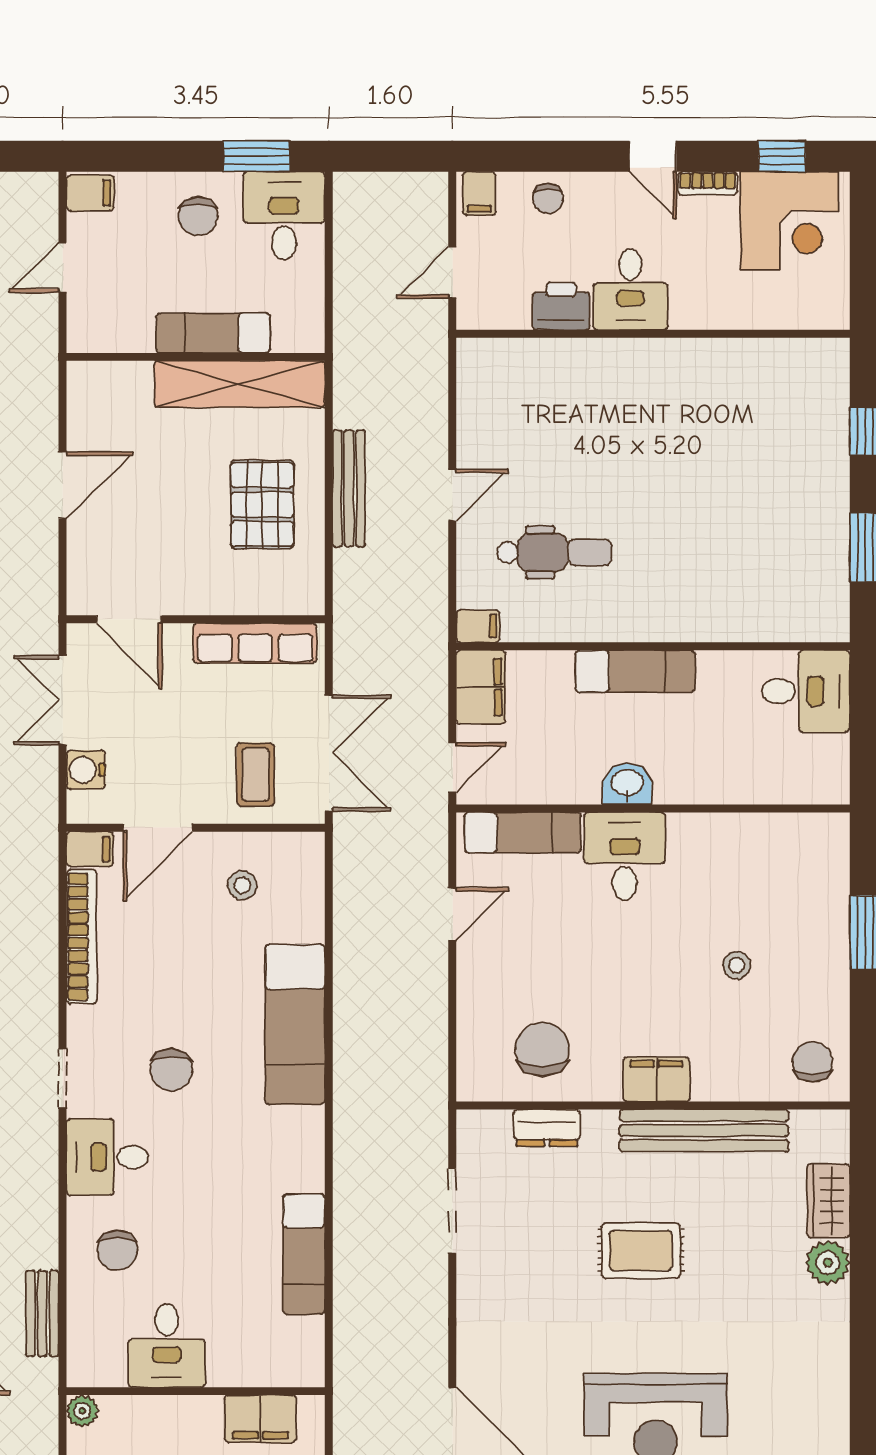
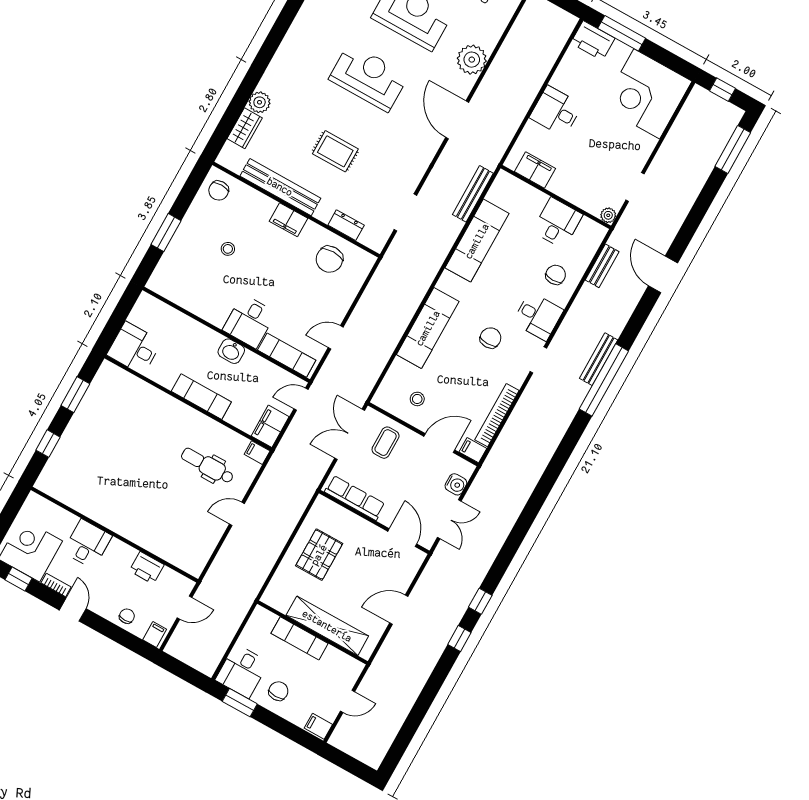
desk: (630, 289) -> (87, 544), moved
shelving: (240, 384) -> (327, 626), moved
bench: (349, 488) -> (473, 194), moved
exam couch: (304, 1254) -> (477, 241), width x1.36, depth x1.45

